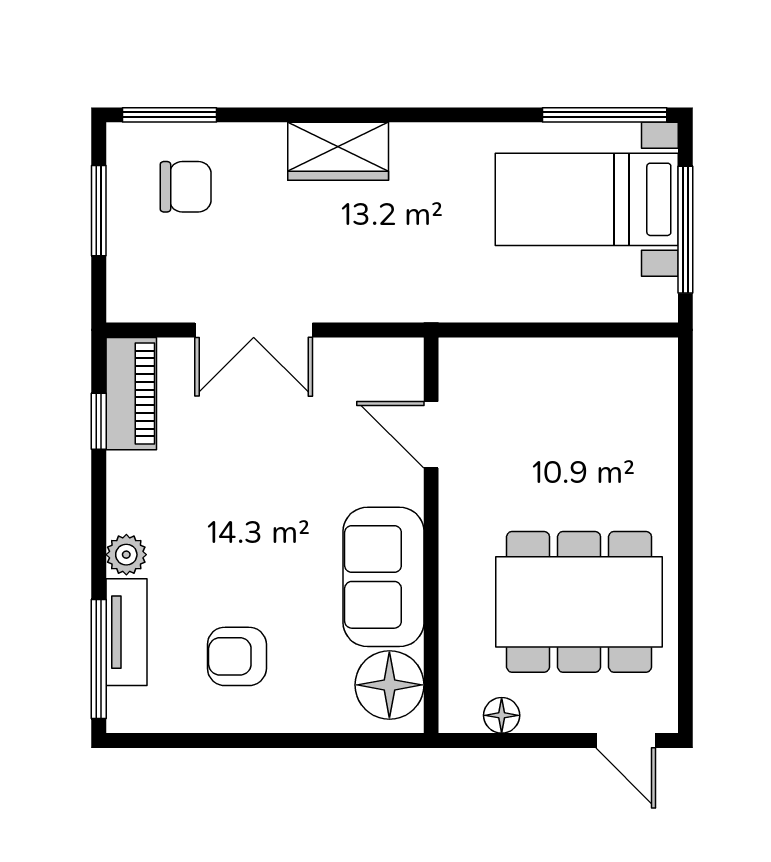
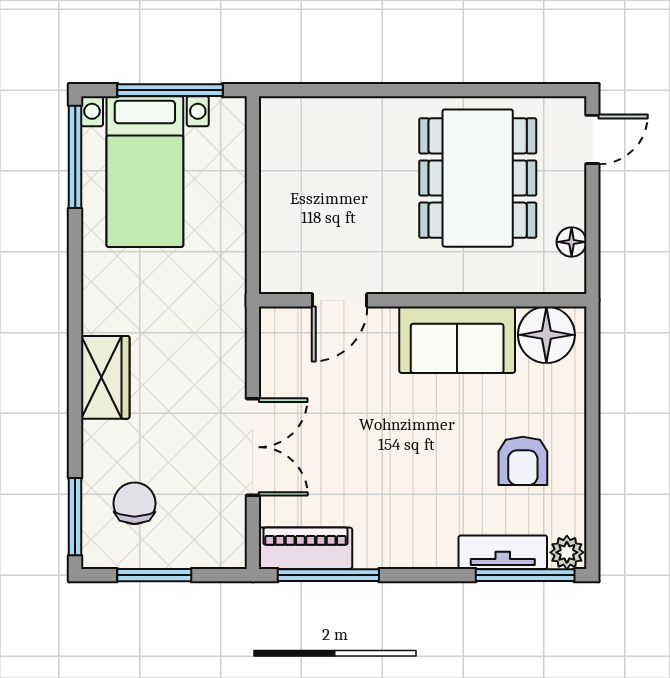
window: (99, 421) -> (328, 575), width x2.17
plant: (126, 555) -> (567, 552), moved

